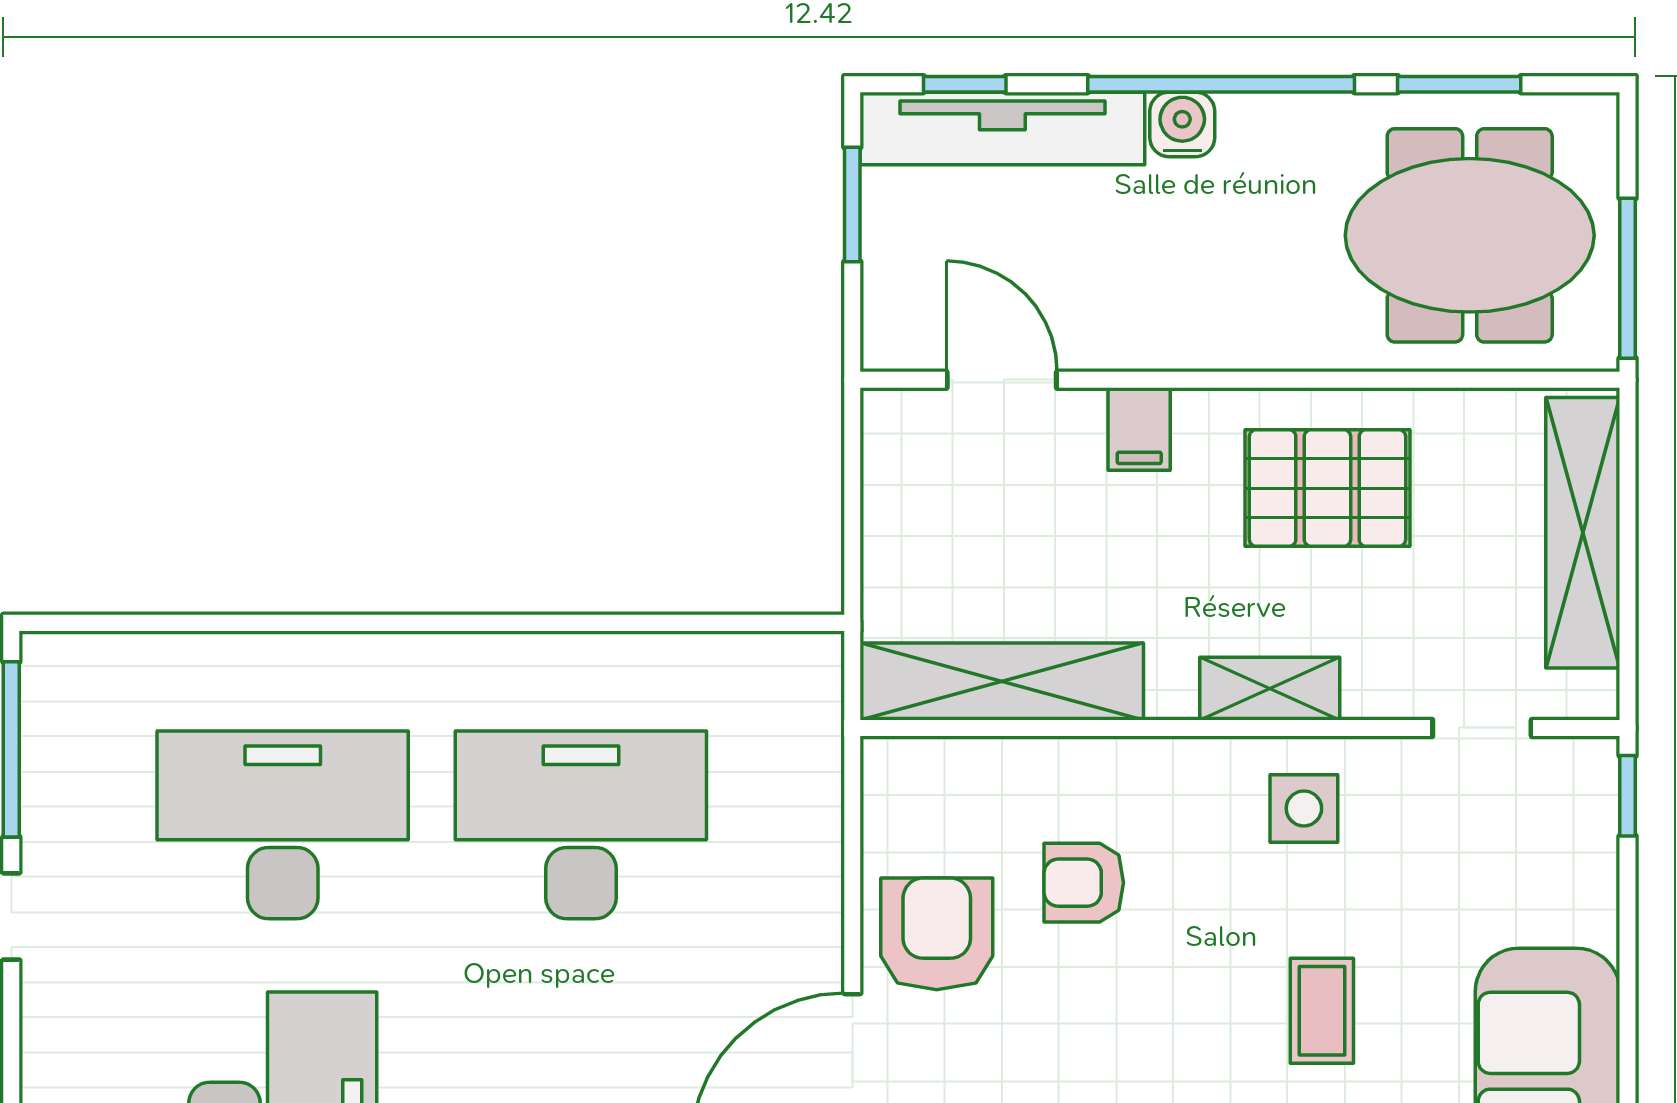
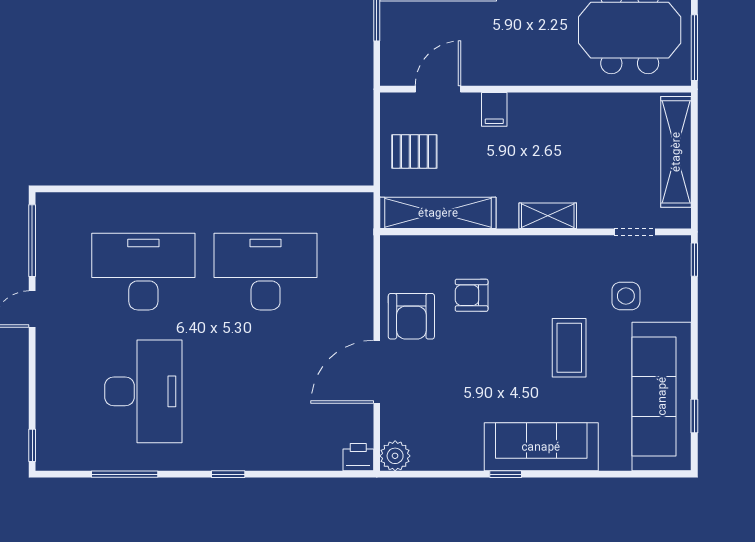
door: (1002, 380) -> (438, 89), hinge flipped
pallet: (1327, 488) -> (414, 151), moved, width x0.67, depth x0.71
side table: (1304, 808) -> (626, 296), moved
armchair: (937, 934) -> (411, 316), turned 180
coffee table: (1322, 1011) -> (569, 348), width x1.36, depth x1.30

